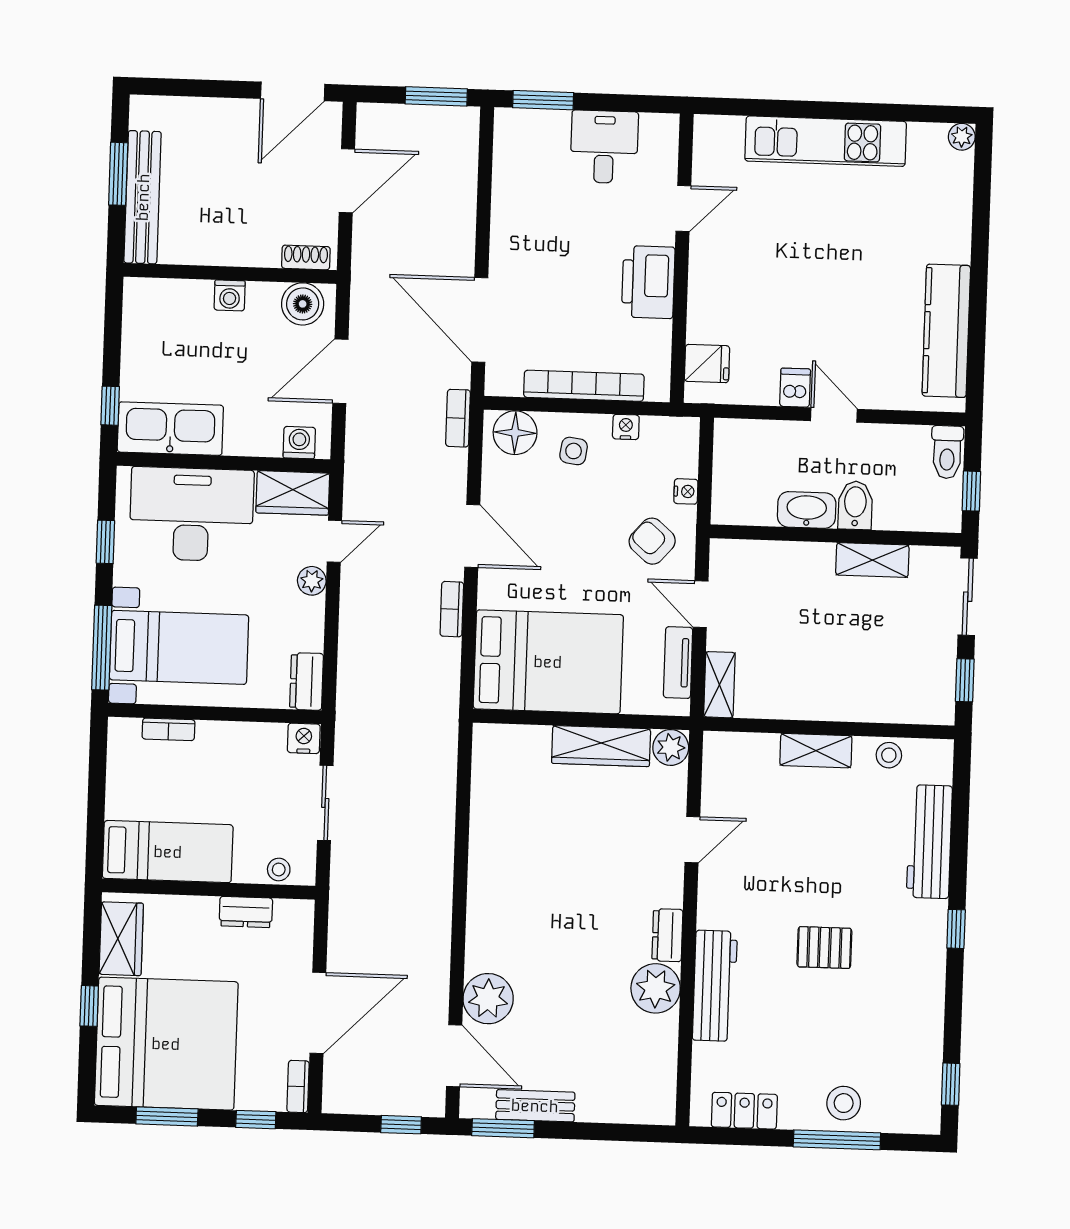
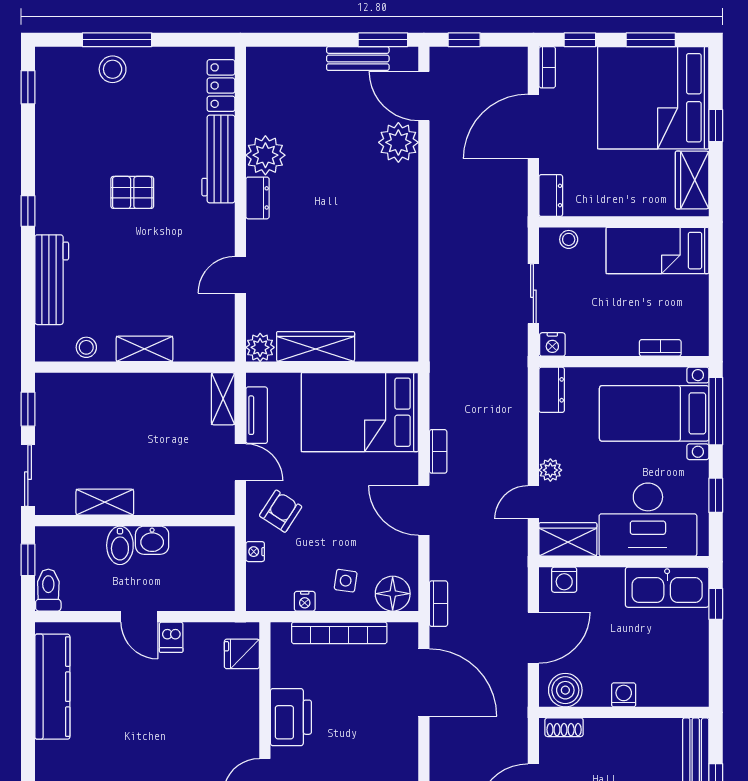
washbasin: (807, 510) -> (152, 540), width x0.72
armchair: (652, 541) -> (281, 511), turned -98
dresser: (246, 912) -> (551, 196), moved, turned 90
locker: (744, 1111) -> (221, 86), moved, turned 90

